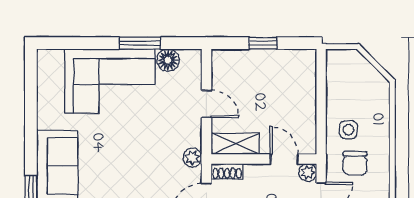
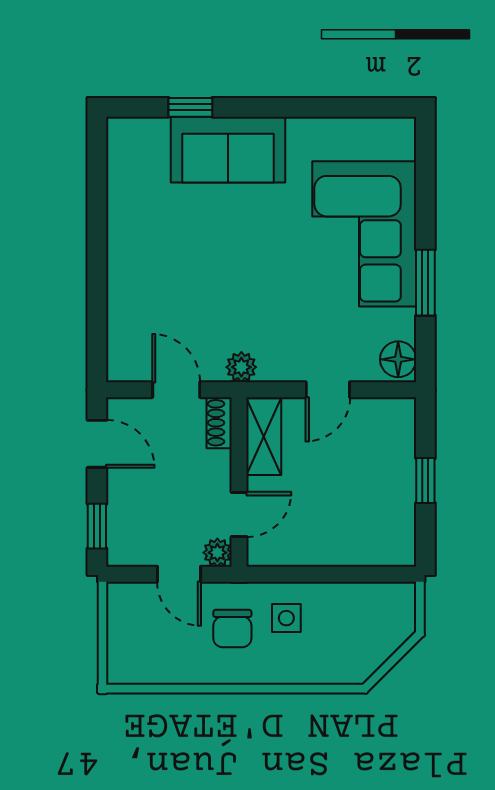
floor lamp: (168, 60) -> (398, 359), moved
chair: (355, 163) -> (232, 629), turned -90

